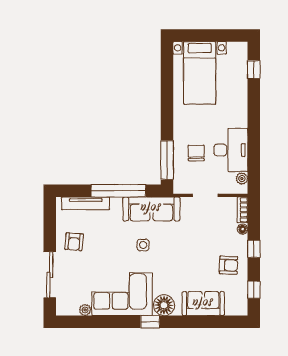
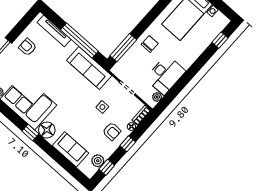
chair: (196, 153) -> (150, 44), moved
armchair: (74, 242) -> (28, 47), turned 85
side table: (143, 245) -> (102, 107), moved
armchair: (228, 265) -> (112, 131), moved
plant: (240, 291) -> (98, 161), added

